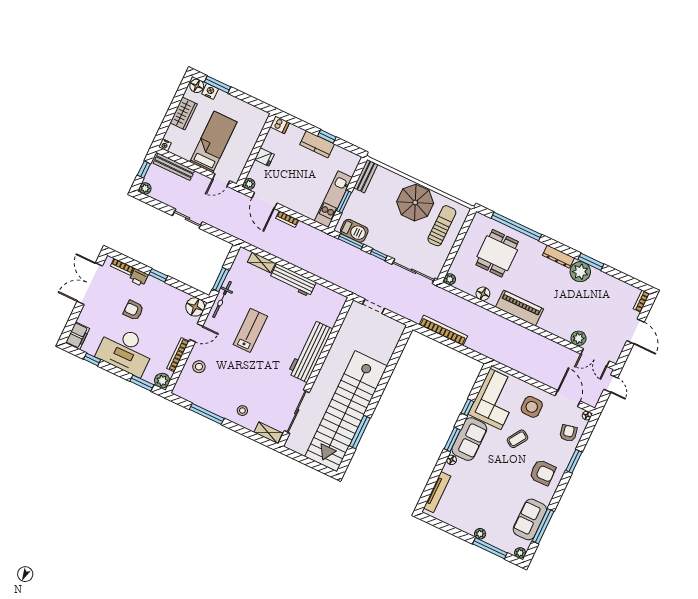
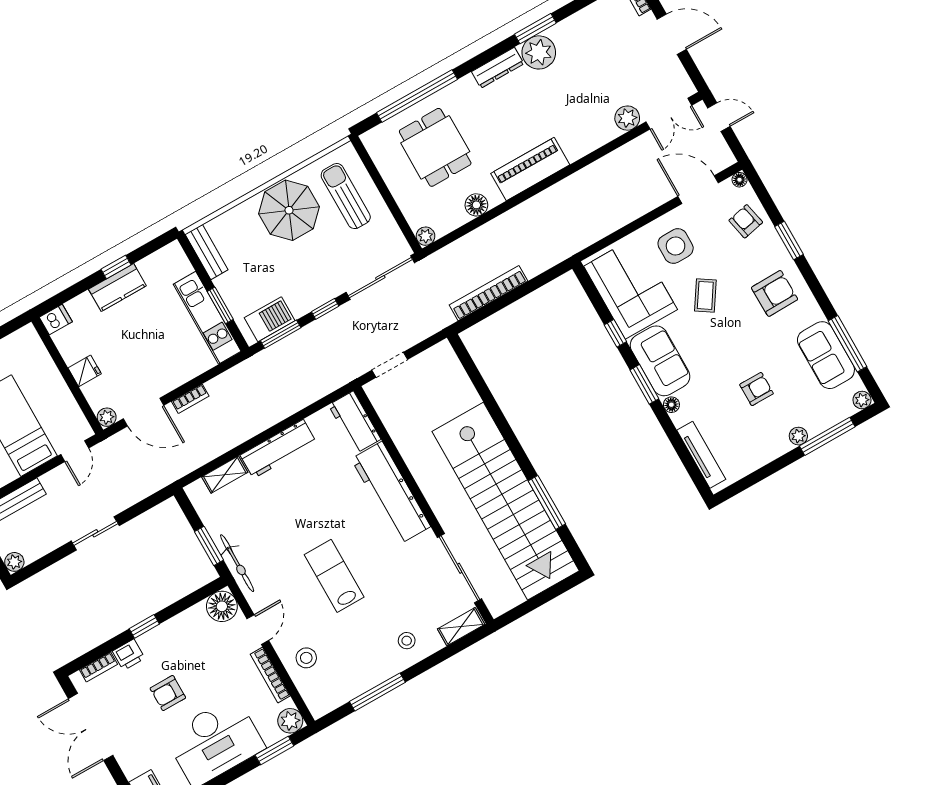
workbench: (333, 309) -> (355, 422), added
lab bench: (250, 330) -> (334, 576), moved
armchair: (489, 497) -> (757, 389), added

